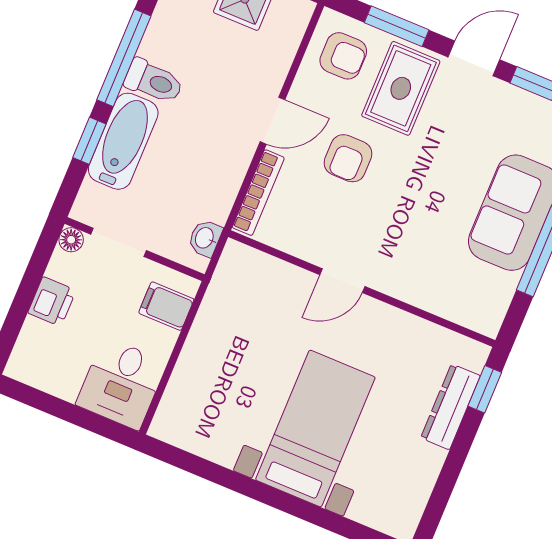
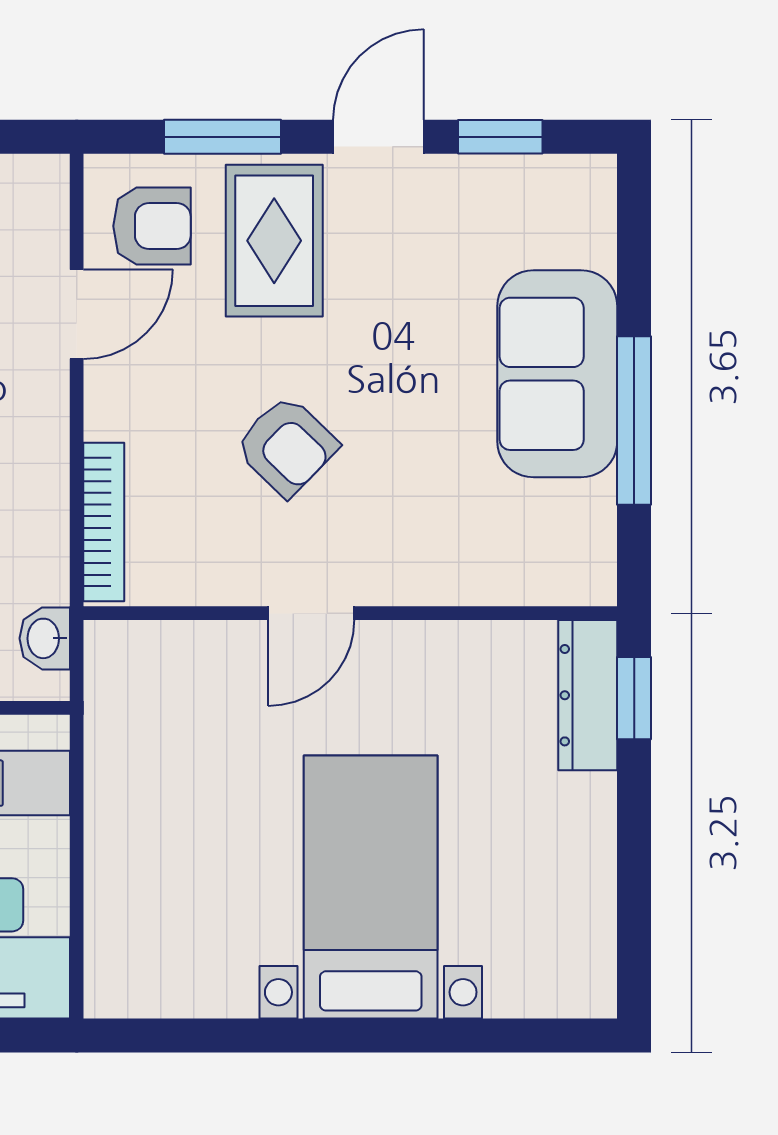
door: (273, 121) -> (77, 314), moved
armchair: (348, 158) -> (287, 446), moved, turned -46
dresser: (451, 407) -> (588, 695), moved

